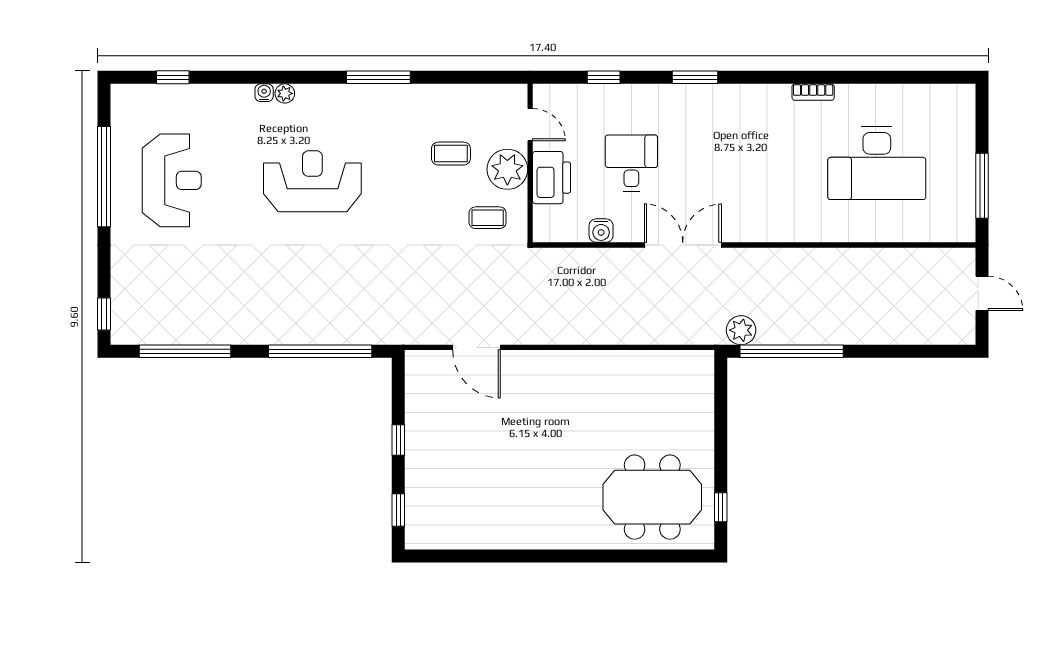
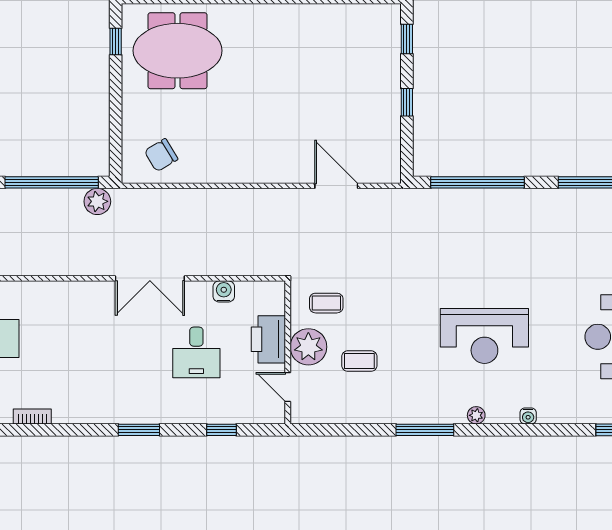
plant: (285, 93) -> (476, 415), moved
chair: (670, 381) -> (161, 155), added

